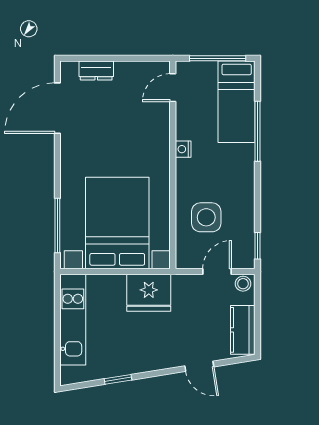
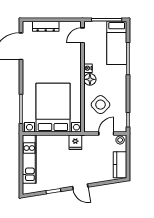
dresser: (96, 71) -> (46, 26), width x1.44
floor lamp: (186, 170) -> (90, 79), added
side table: (206, 217) -> (100, 105), turned 45
fridge: (149, 293) -> (75, 142), width x0.53, depth x0.75
door: (199, 366) -> (80, 187), moved

